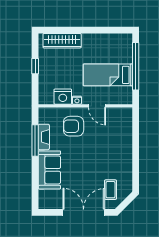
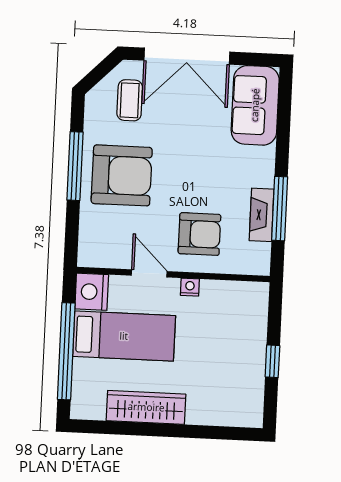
wardrobe: (62, 41) -> (146, 407), moved
nightstand: (63, 97) -> (92, 292), moved, turned -90
armchair: (113, 153) -> (122, 175), added
window: (136, 156) -> (75, 166), added
sofa: (49, 170) -> (255, 105), moved

